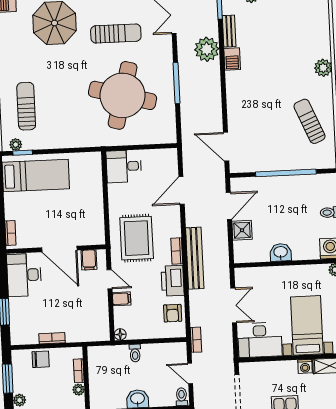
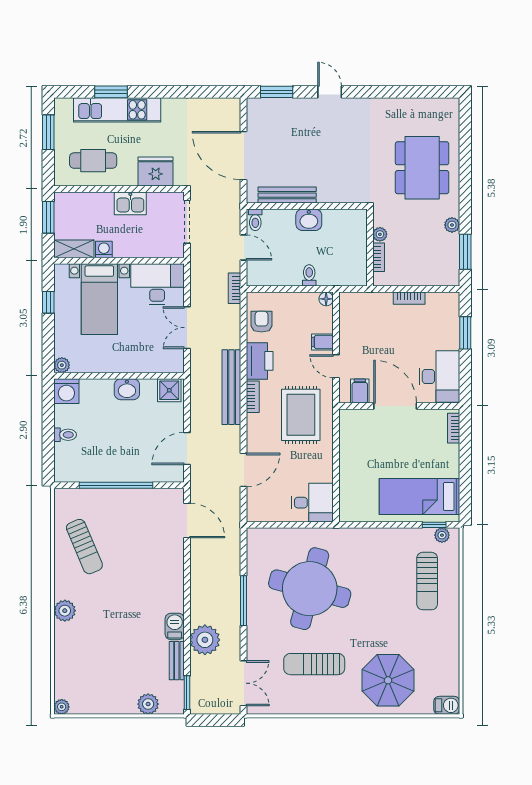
shower: (242, 230) -> (169, 390), moved
chair: (41, 359) -> (424, 273), removed

